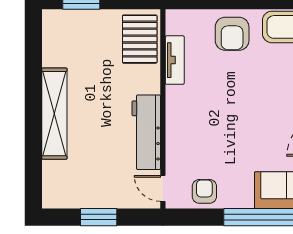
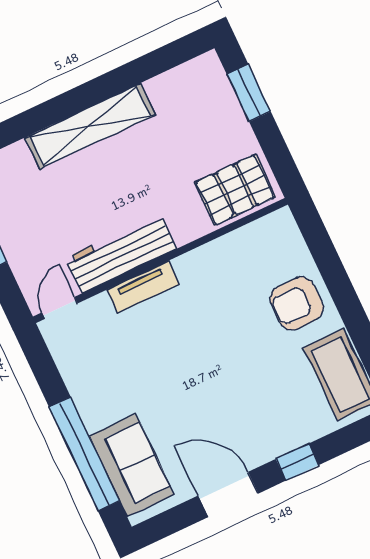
tv unit: (175, 60) -> (143, 287), moved
armchair: (204, 191) -> (81, 362), removed

